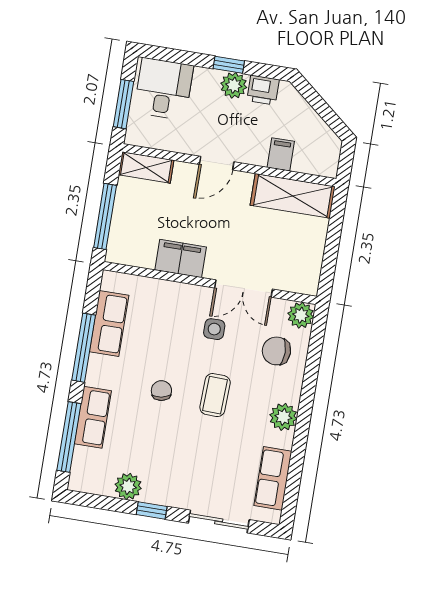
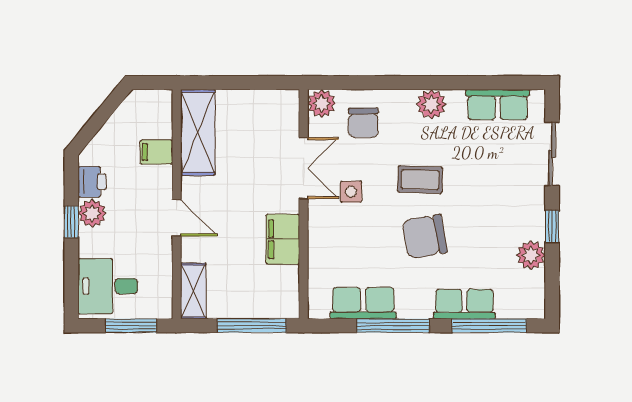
chair: (161, 391) -> (425, 237), width x1.87, depth x1.87

